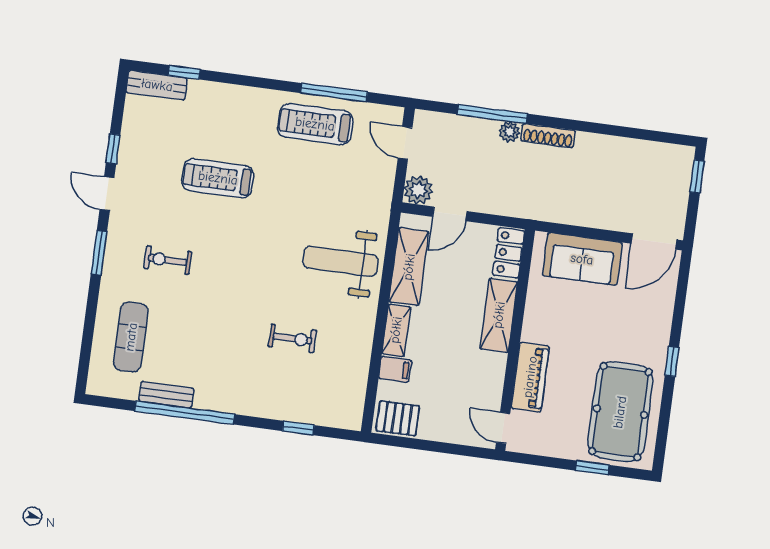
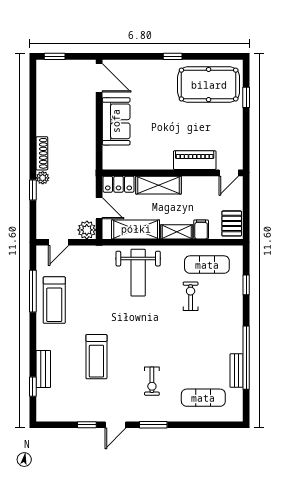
bench: (157, 85) -> (43, 369), moved
window: (492, 114) -> (33, 190), width x0.46
locker: (509, 253) -> (119, 184), moved
shelving: (499, 315) -> (159, 185), moved
wall: (515, 340) -> (173, 173), moved
exercise mat: (339, 371) -> (207, 265), added
piano: (530, 377) -> (195, 160), moved
door: (503, 428) -> (229, 173), moved

